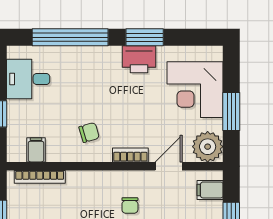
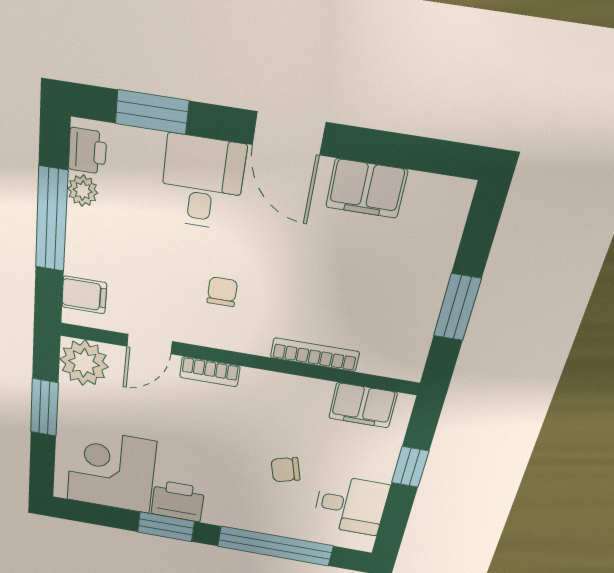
corner desk: (195, 90) -> (111, 471), moved, turned -90
chair: (89, 132) -> (286, 470), moved
filing cabinet: (36, 150) -> (363, 405), width x2.00
bookcase: (40, 177) -> (315, 355), moved

